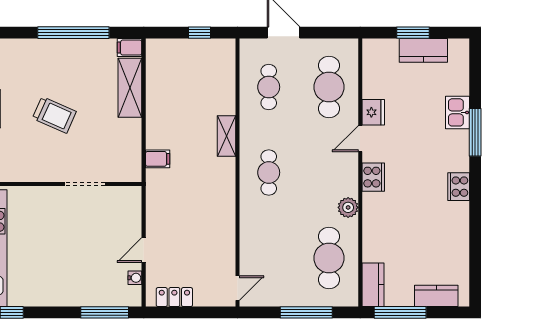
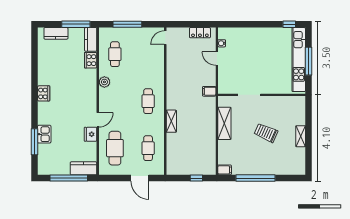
window: (199, 33) -> (196, 178), moved
window: (413, 33) -> (69, 178), width x2.11
kitchen counter: (423, 50) -> (84, 168), moved
shelving: (130, 88) -> (224, 123), moved
window: (475, 132) -> (35, 142), moved
filing cabinet: (158, 159) -> (209, 91), moved
cooker: (373, 177) -> (91, 60), moved
door: (144, 250) -> (217, 59), swing flipped
cafe table: (329, 258) -> (115, 54), width x0.73, depth x0.74
window: (105, 312) -> (238, 24), removed

